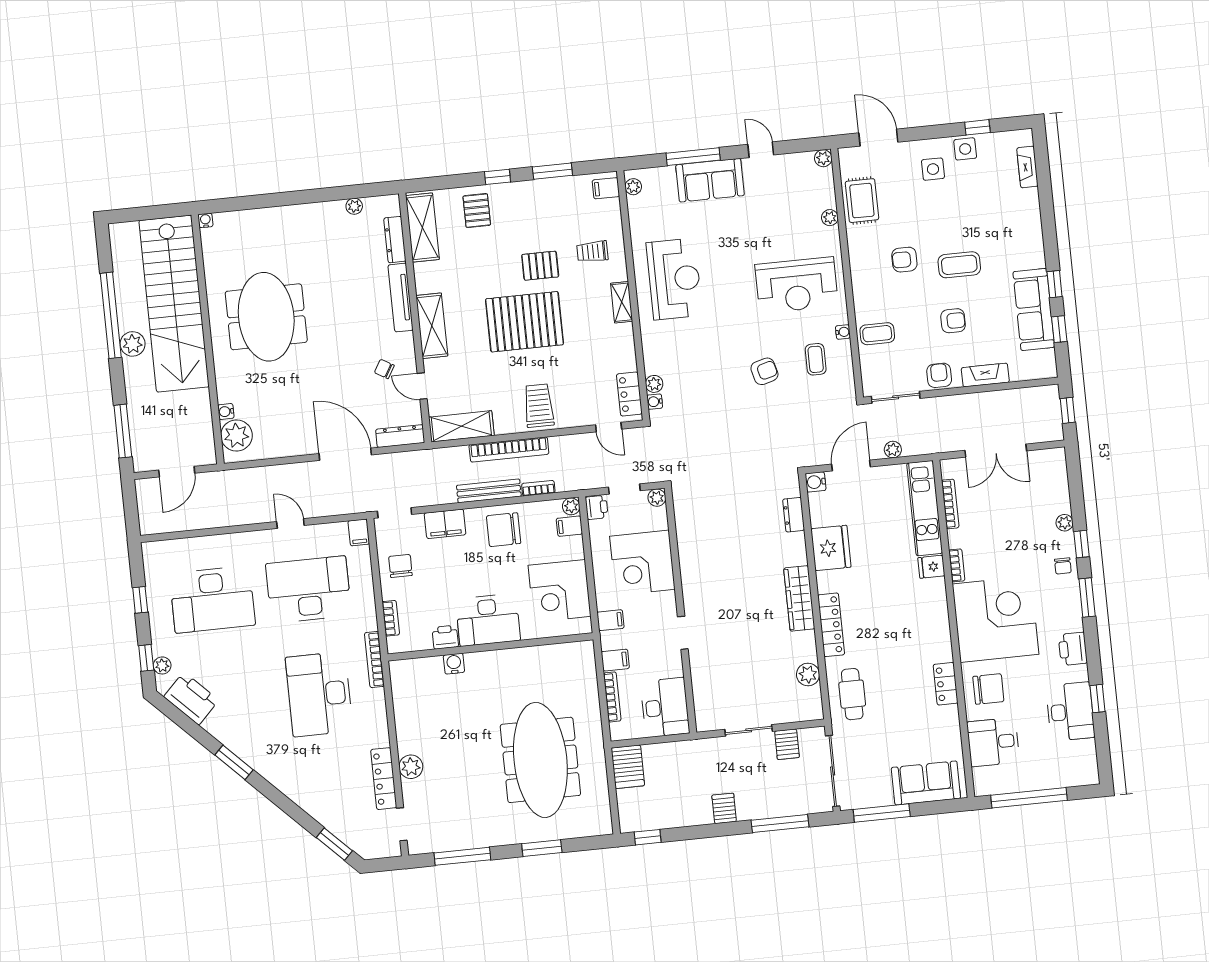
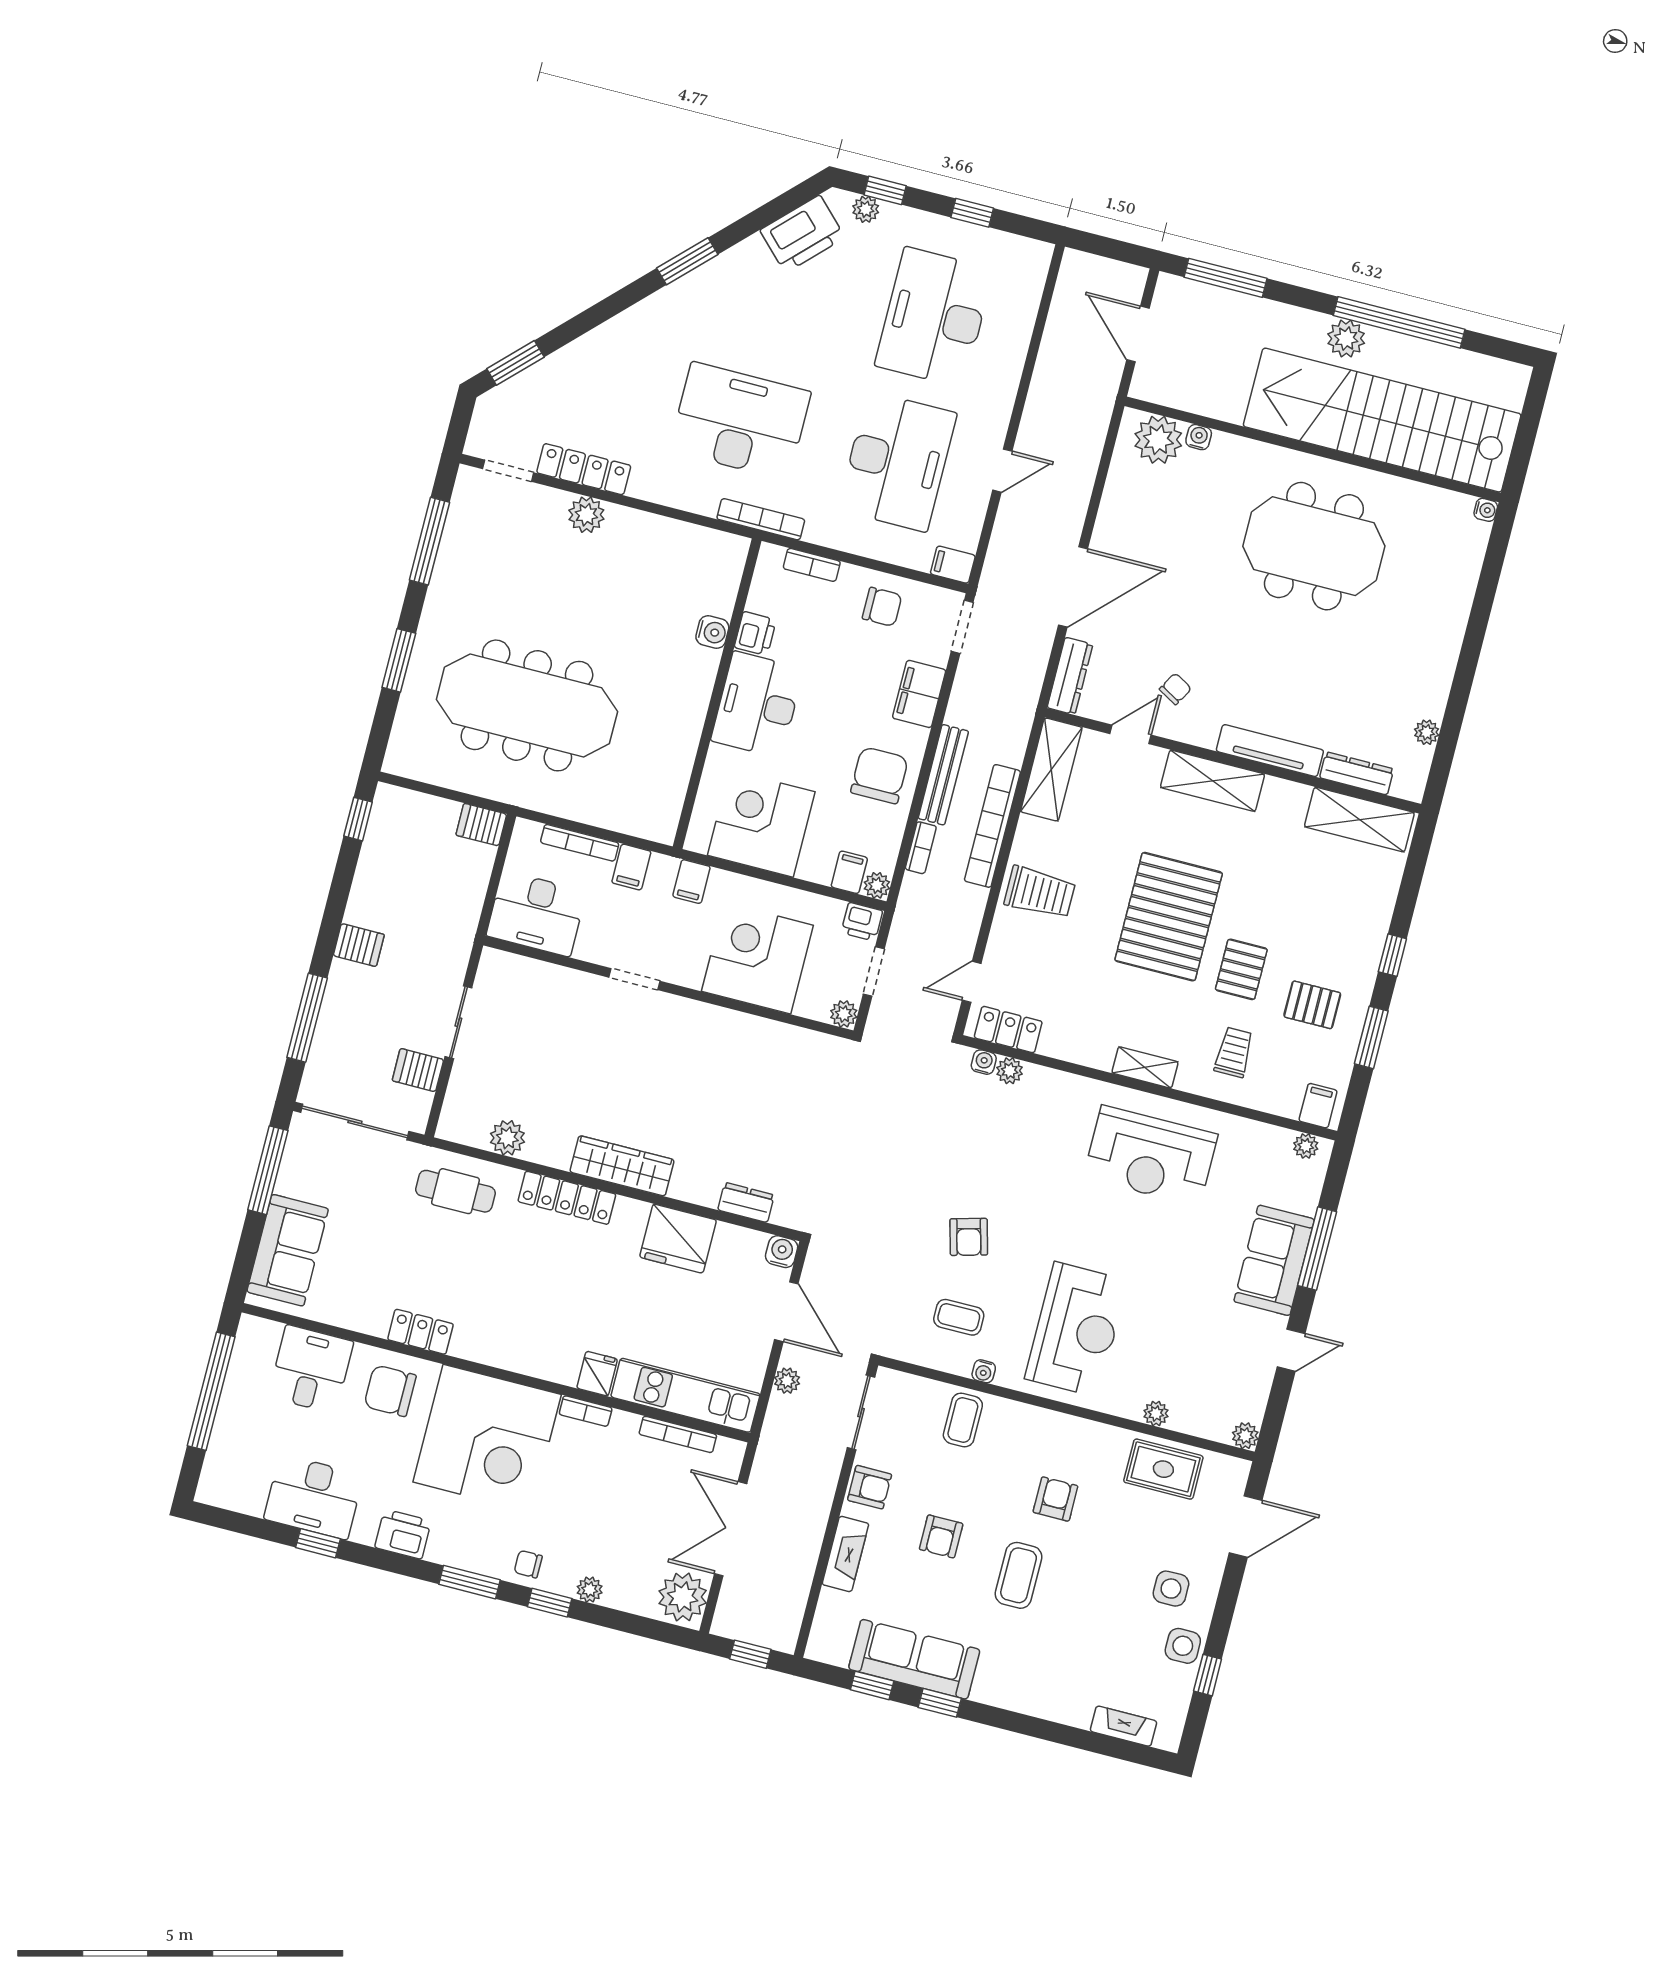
pallet: (477, 211) -> (1312, 1005), moved
reception desk: (797, 285) -> (1076, 1329), turned 180
plant: (1048, 464) -> (683, 1597), added
chair: (988, 689) -> (390, 1391), turned 90
server rack: (628, 767) -> (481, 825), width x0.73, depth x0.70

